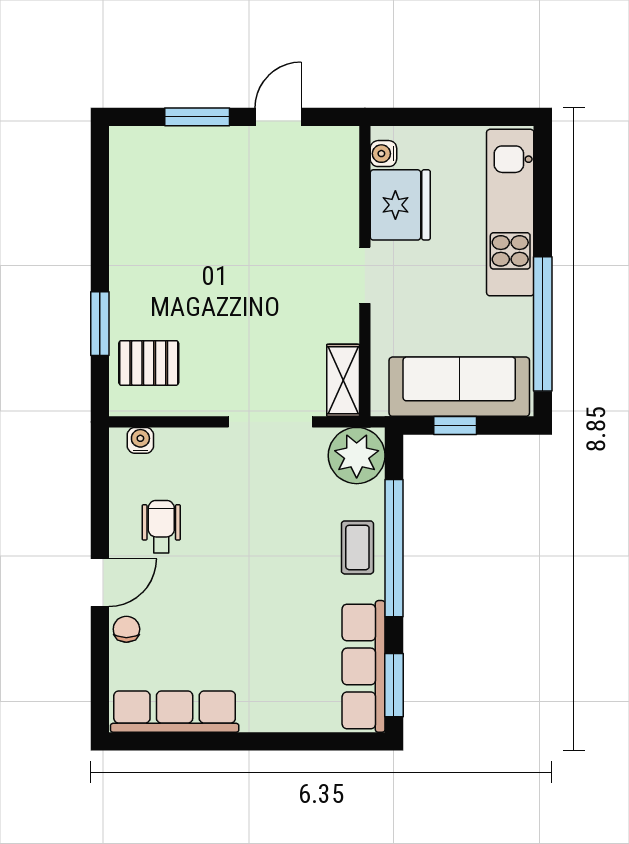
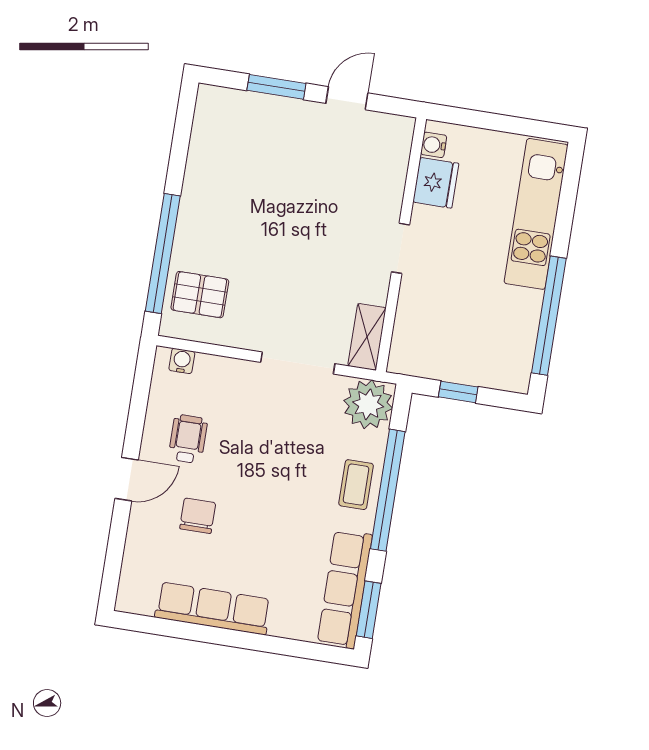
fridge: (400, 205) -> (436, 183), width x0.73, depth x0.75
window: (100, 324) -> (163, 253), width x2.11
sofa: (459, 387) -> (467, 359), removed
chair: (126, 629) -> (198, 516), moved, width x1.37, depth x1.37
row of seats: (175, 712) -> (213, 608), moved

